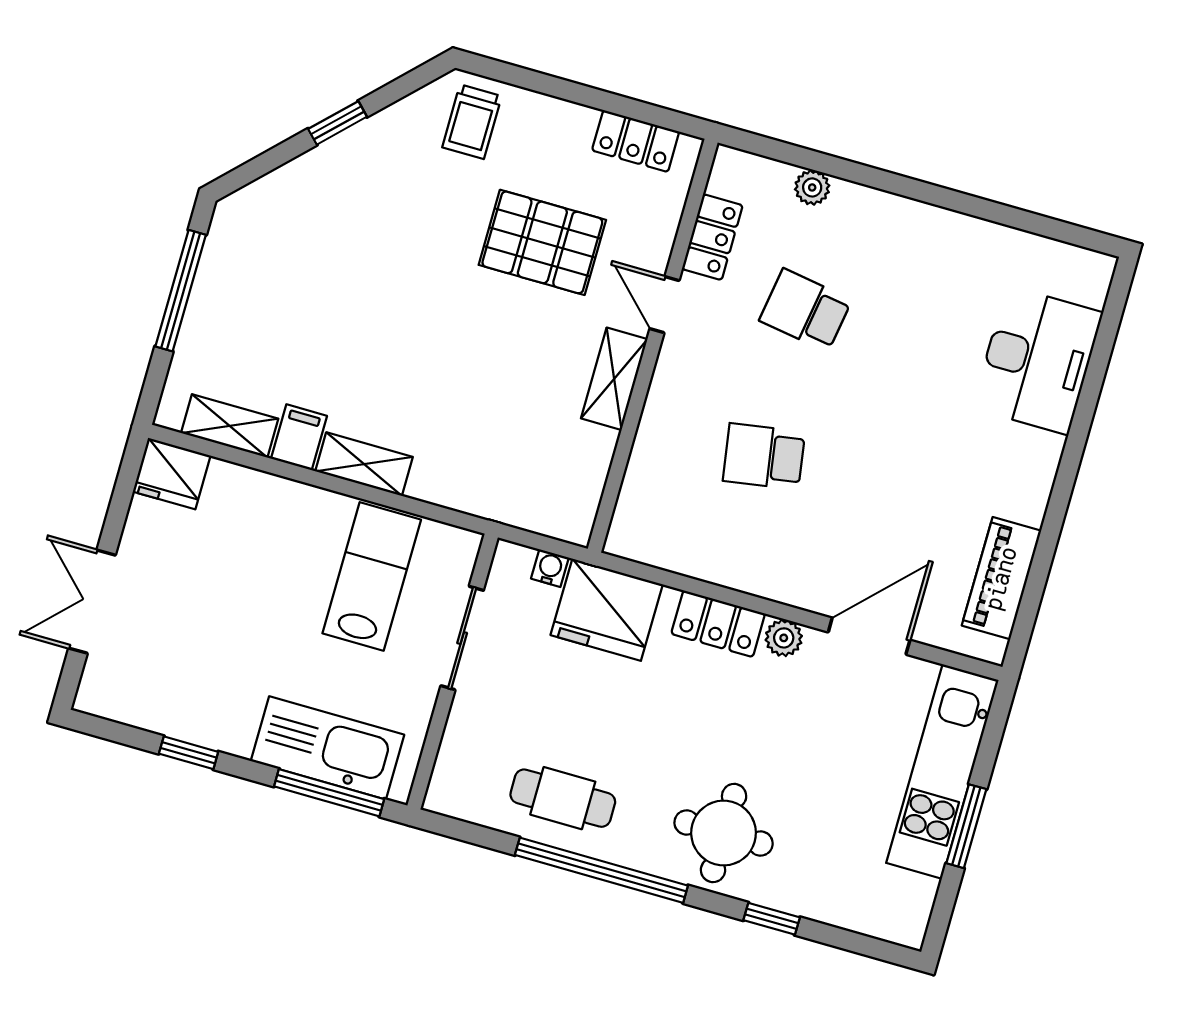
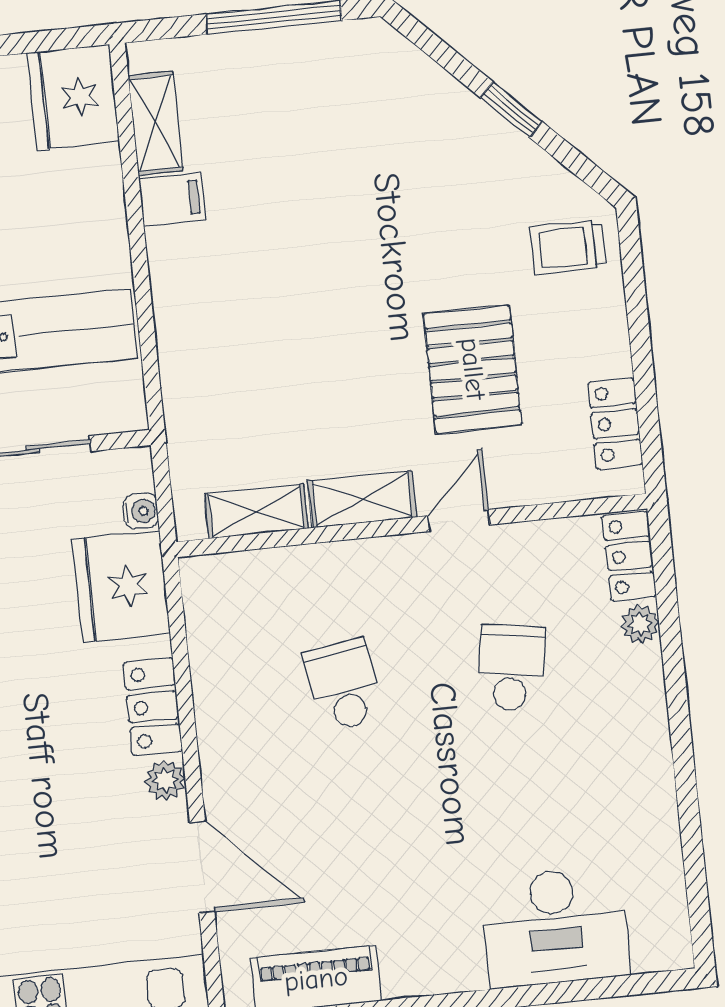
locker: (712, 237) -> (629, 556), moved, turned 90
shelving: (364, 464) -> (256, 511), moved, turned 90
fridge: (172, 474) -> (73, 97), width x1.36, depth x1.34

